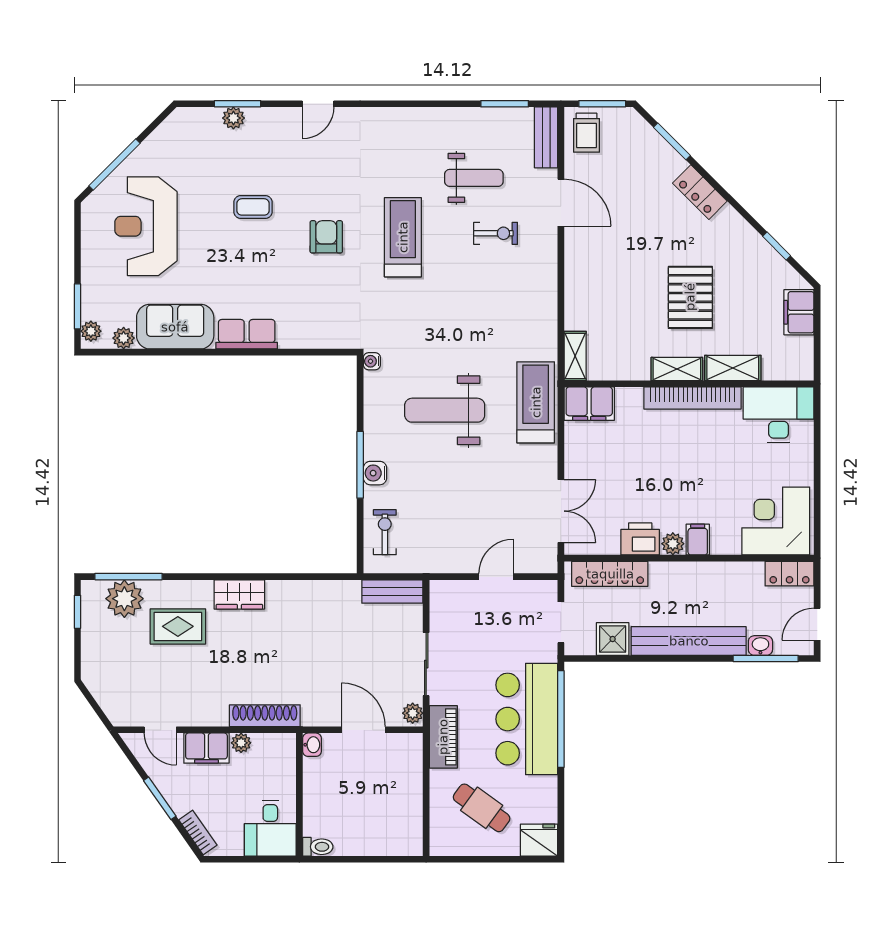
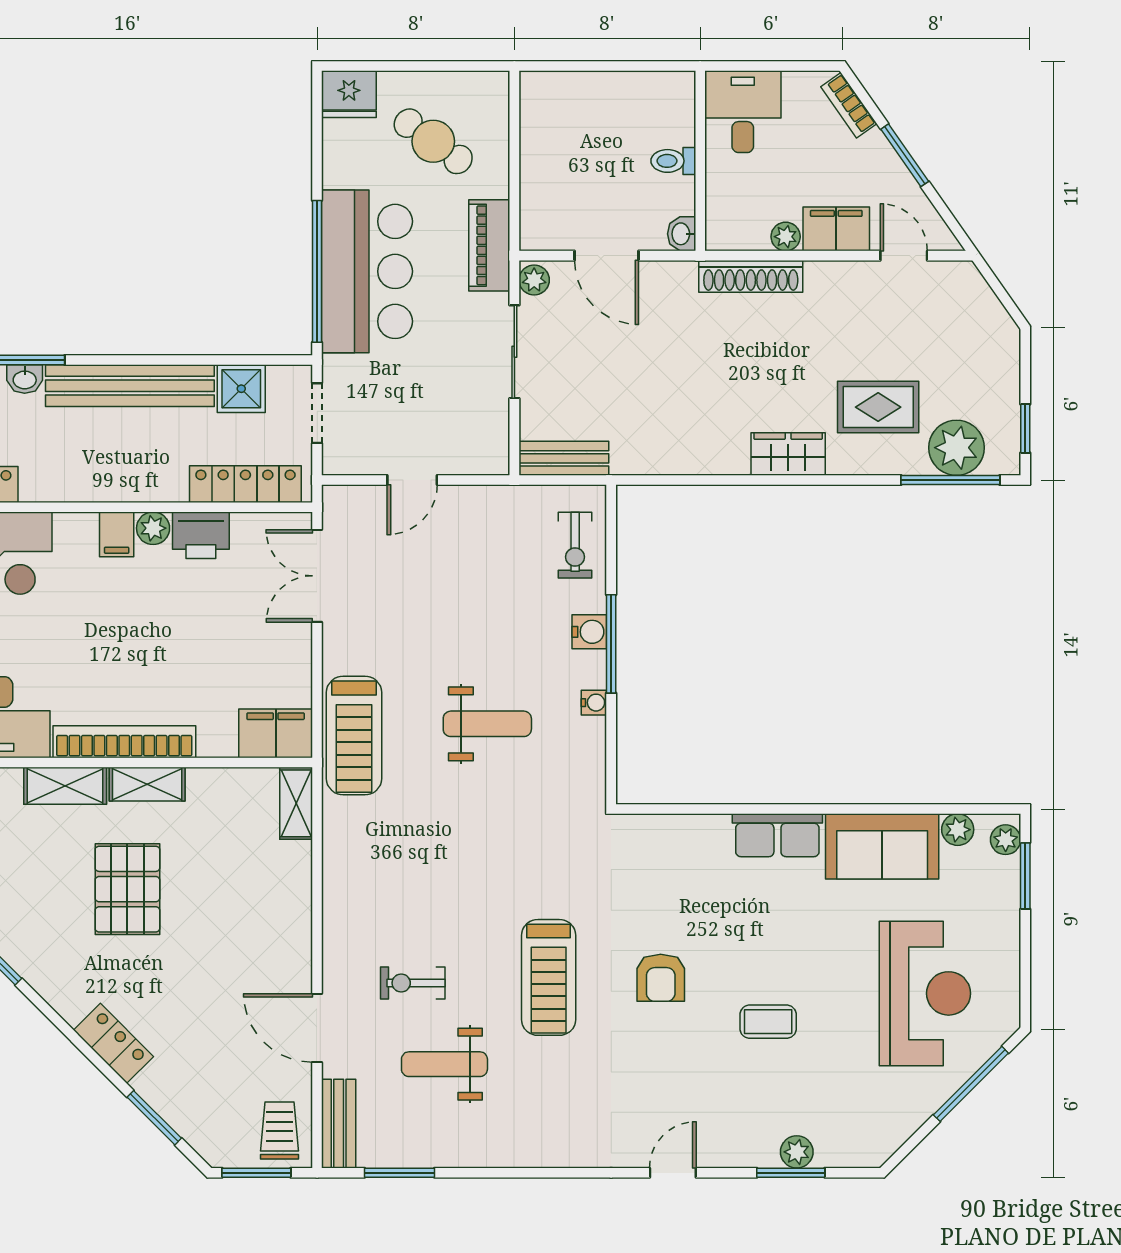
water cooler: (372, 361) -> (594, 703), moved
weight bench: (445, 410) -> (487, 724), width x0.73, depth x0.75
toilet: (318, 847) -> (673, 161), moved

